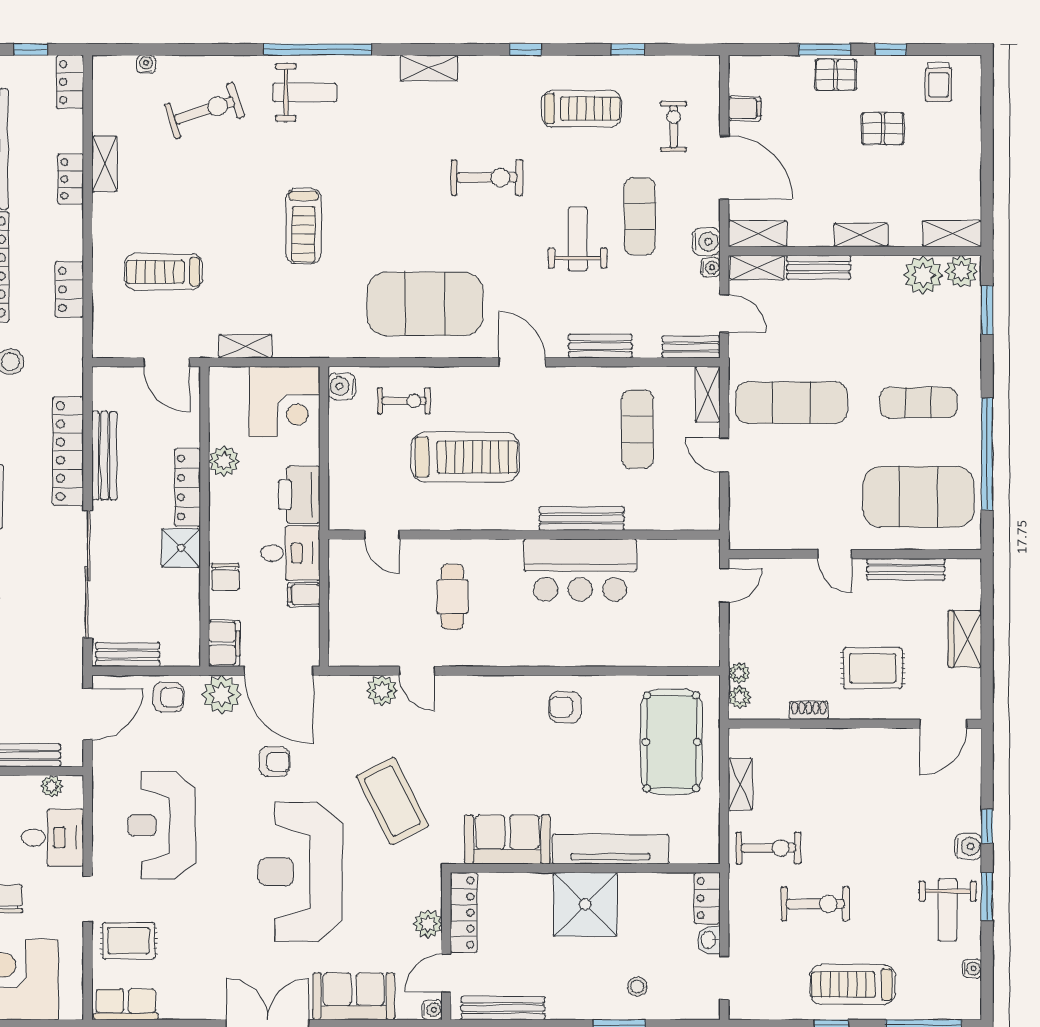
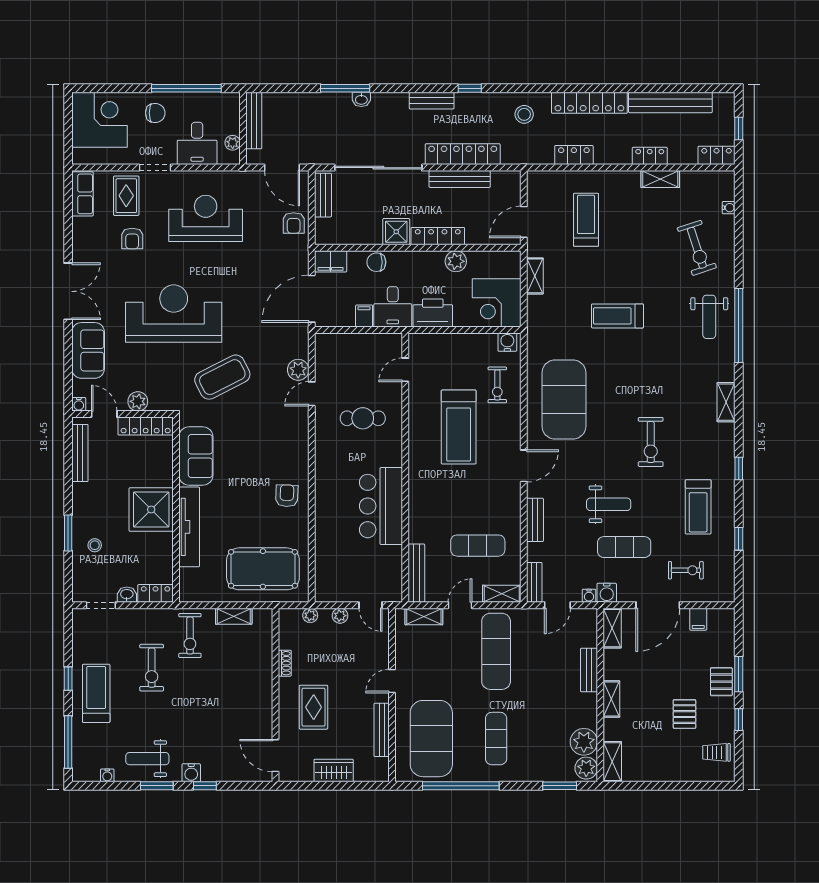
shelving: (757, 268) -> (424, 616), moved, turned 90
bench: (582, 519) -> (416, 573), moved
plant: (222, 695) -> (295, 260), removed
plant: (740, 697) -> (340, 616), moved
armchair: (274, 762) -> (132, 238), moved

